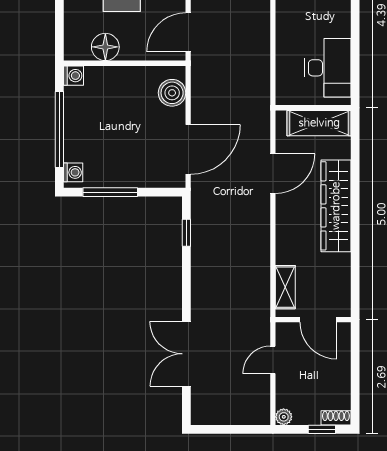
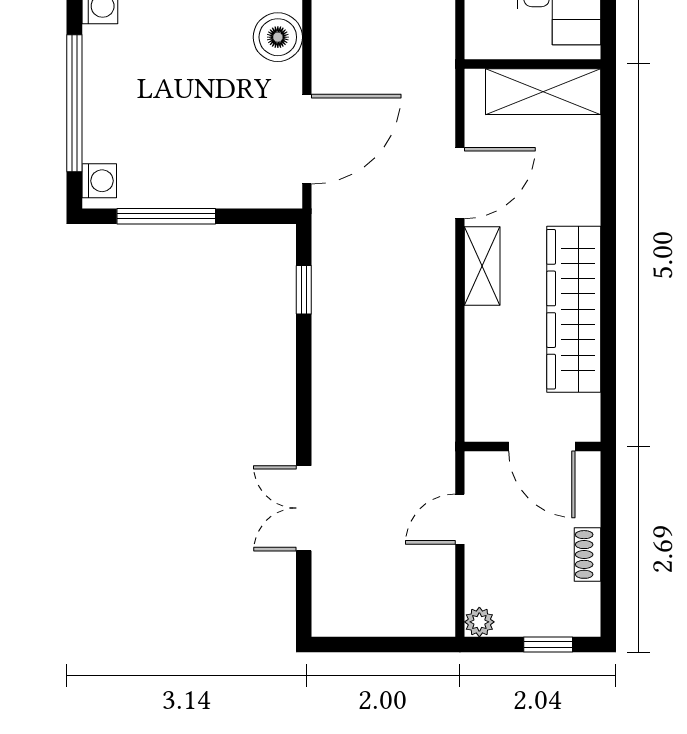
wardrobe: (336, 206) -> (574, 309), moved
shelving: (285, 287) -> (482, 266), moved
double door: (186, 354) -> (304, 508), width x0.73
shoe rack: (336, 418) -> (588, 554), moved, turned -90

